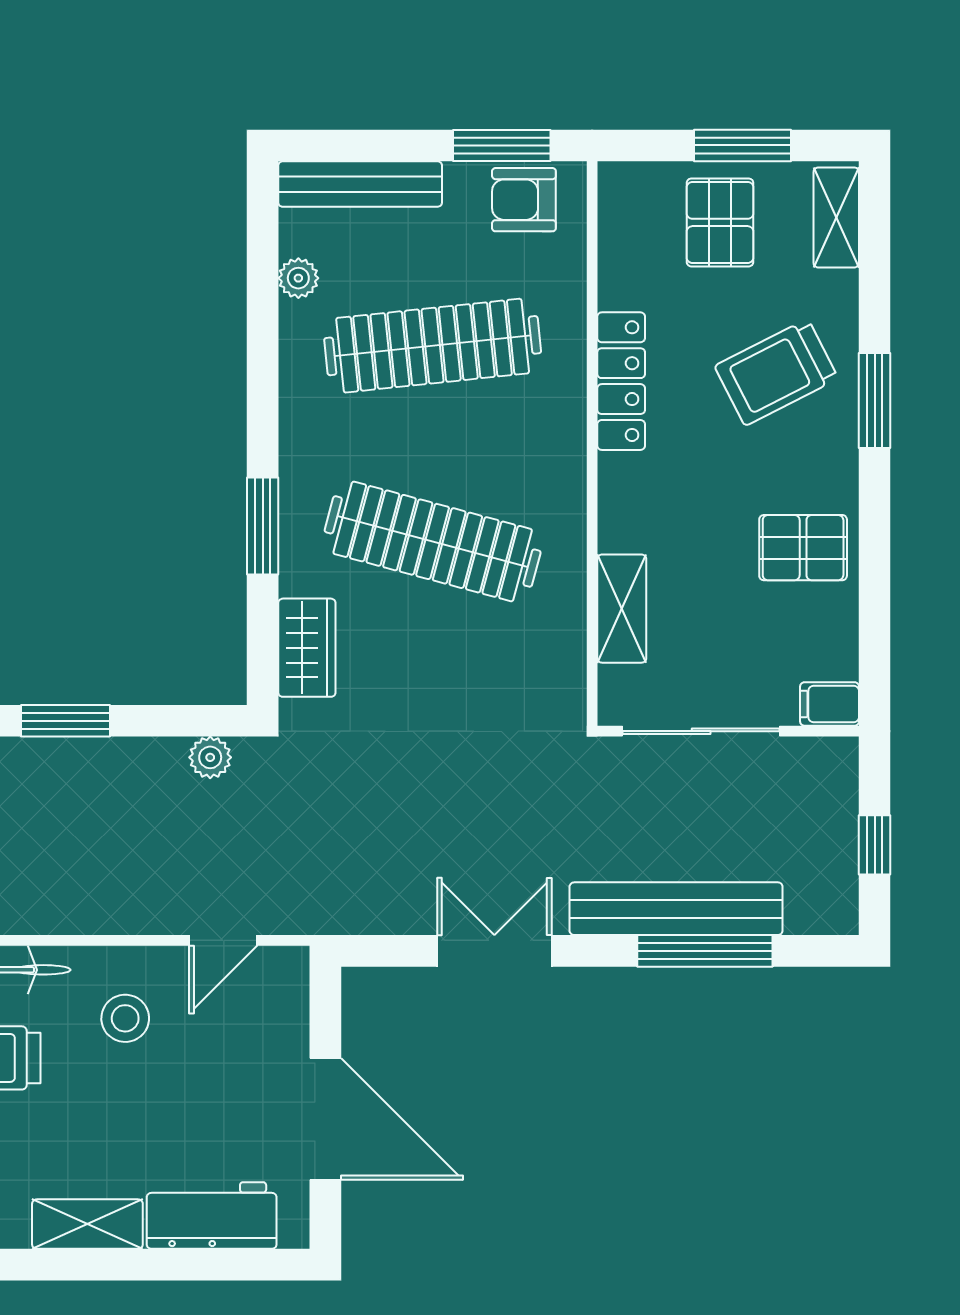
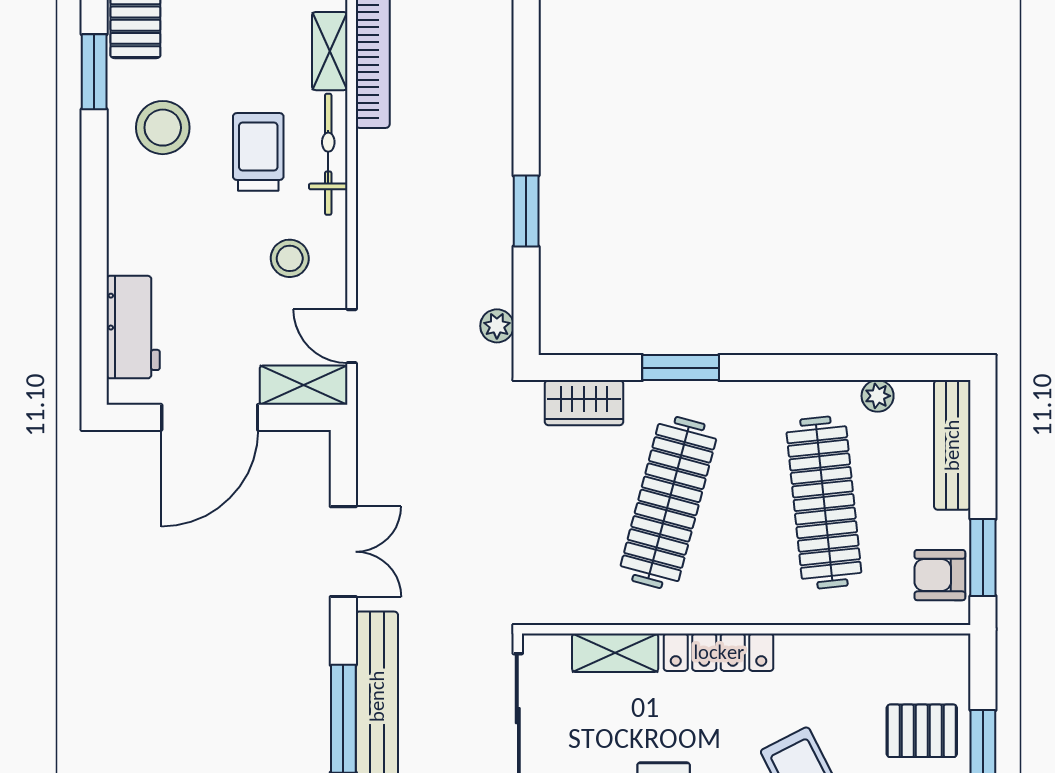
armchair: (524, 200) -> (940, 575), turned -90
locker: (621, 381) -> (719, 652), moved
shelving: (87, 1224) -> (304, 385), moved, turned 90

